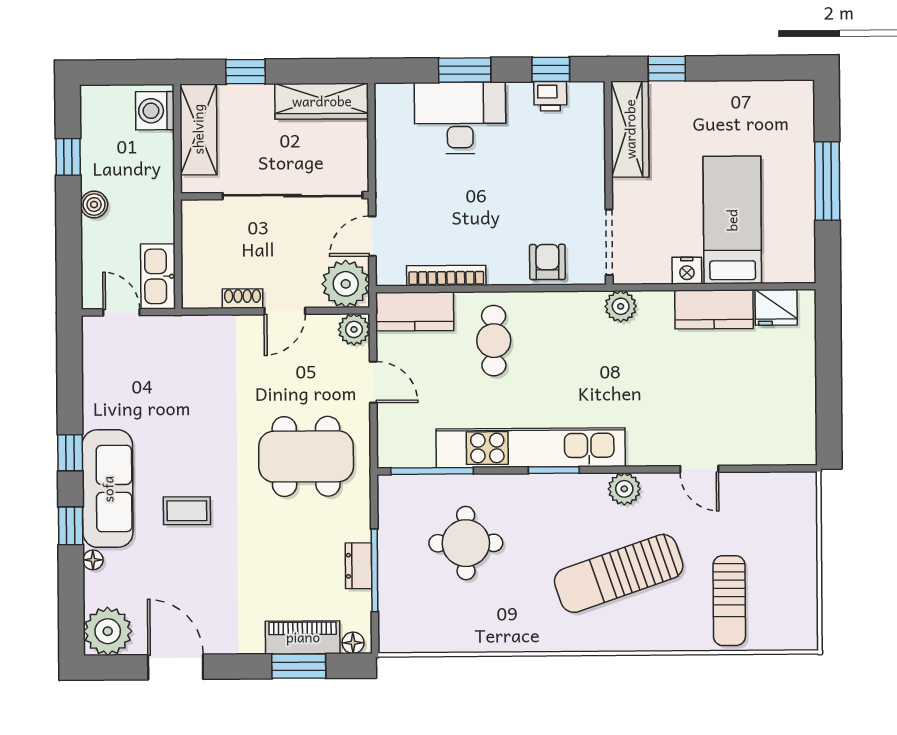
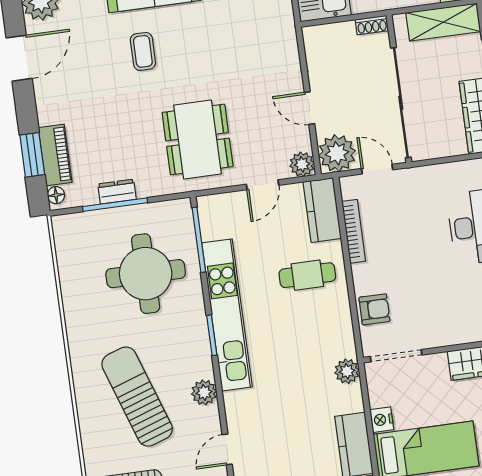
shoe rack: (243, 299) -> (372, 25), moved, turned 90
round table: (466, 543) -> (146, 274), width x1.36, depth x1.36

